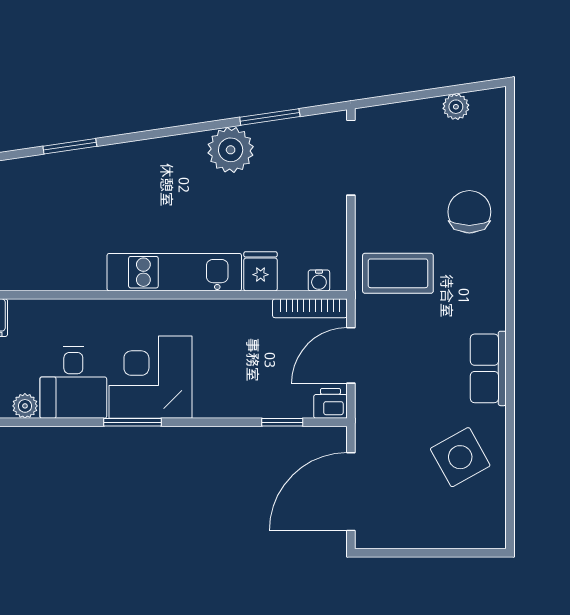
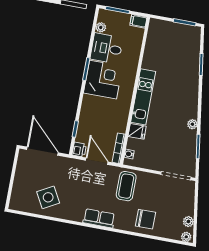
plant: (494, 105) -> (186, 237), added
plant: (231, 150) -> (192, 124), width x0.53, depth x0.53
row of seats: (488, 368) -> (99, 218), moved

